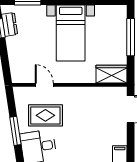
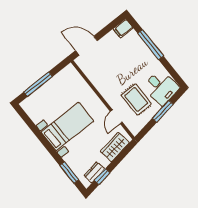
wardrobe: (111, 74) -> (115, 147), moved, turned 81

